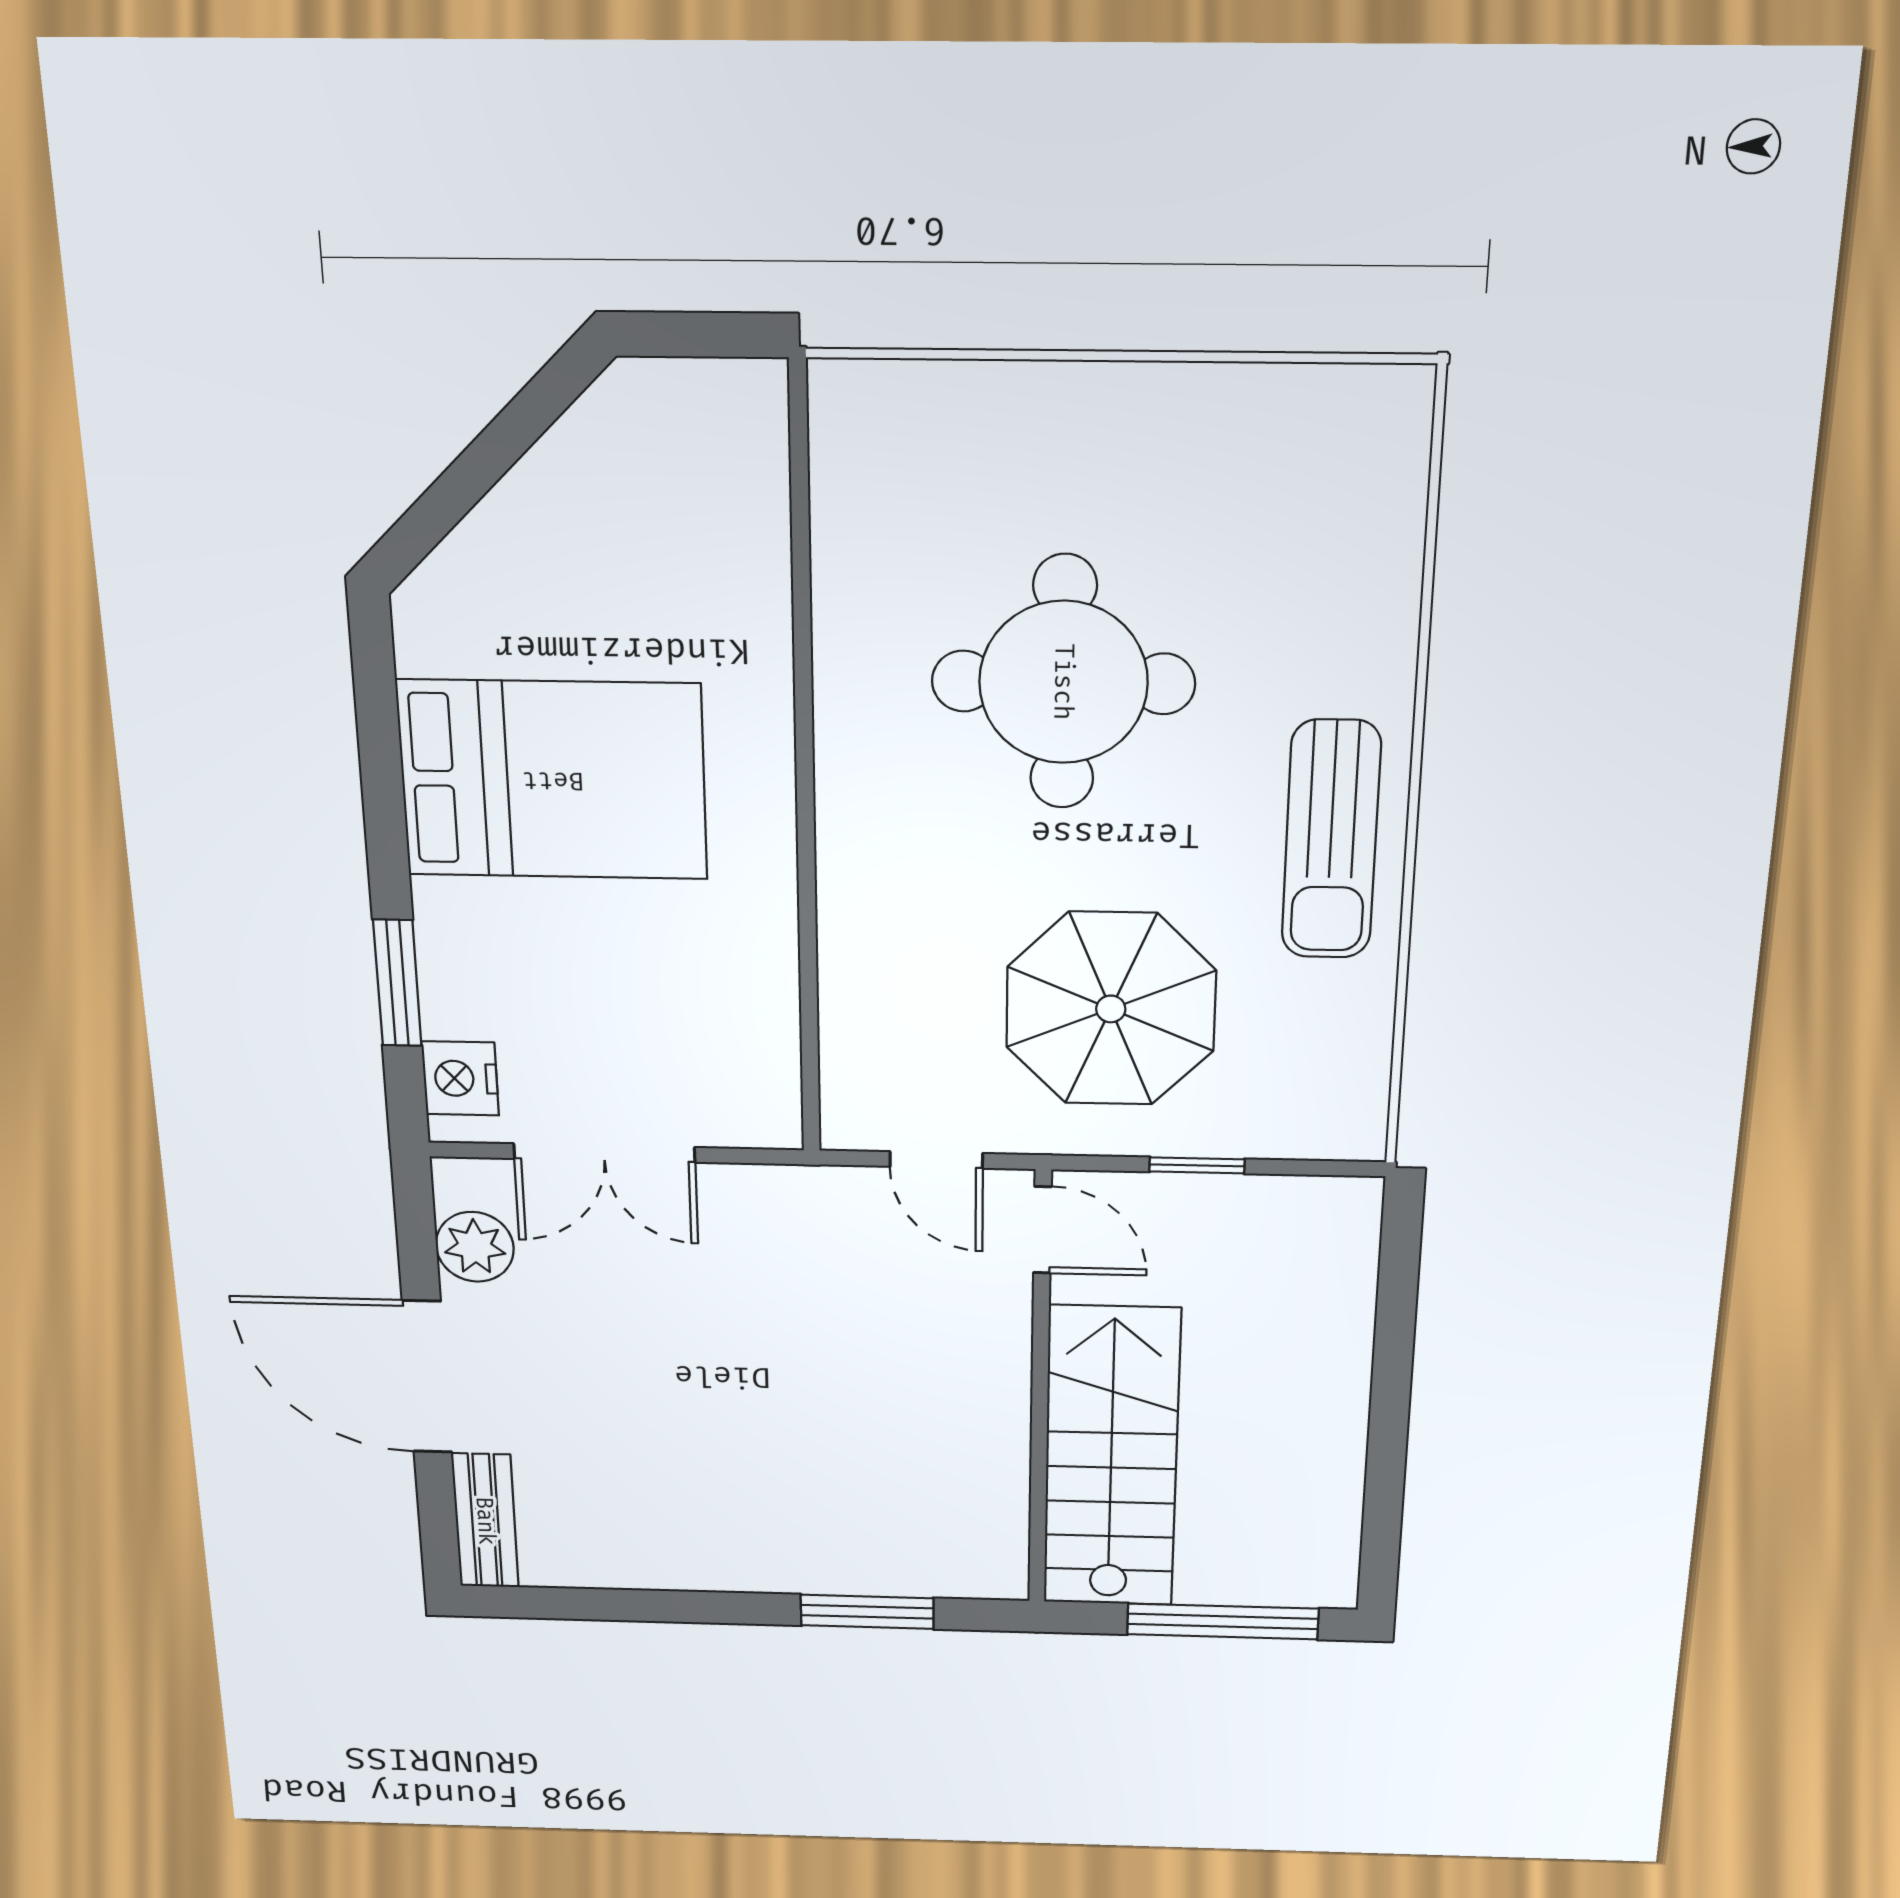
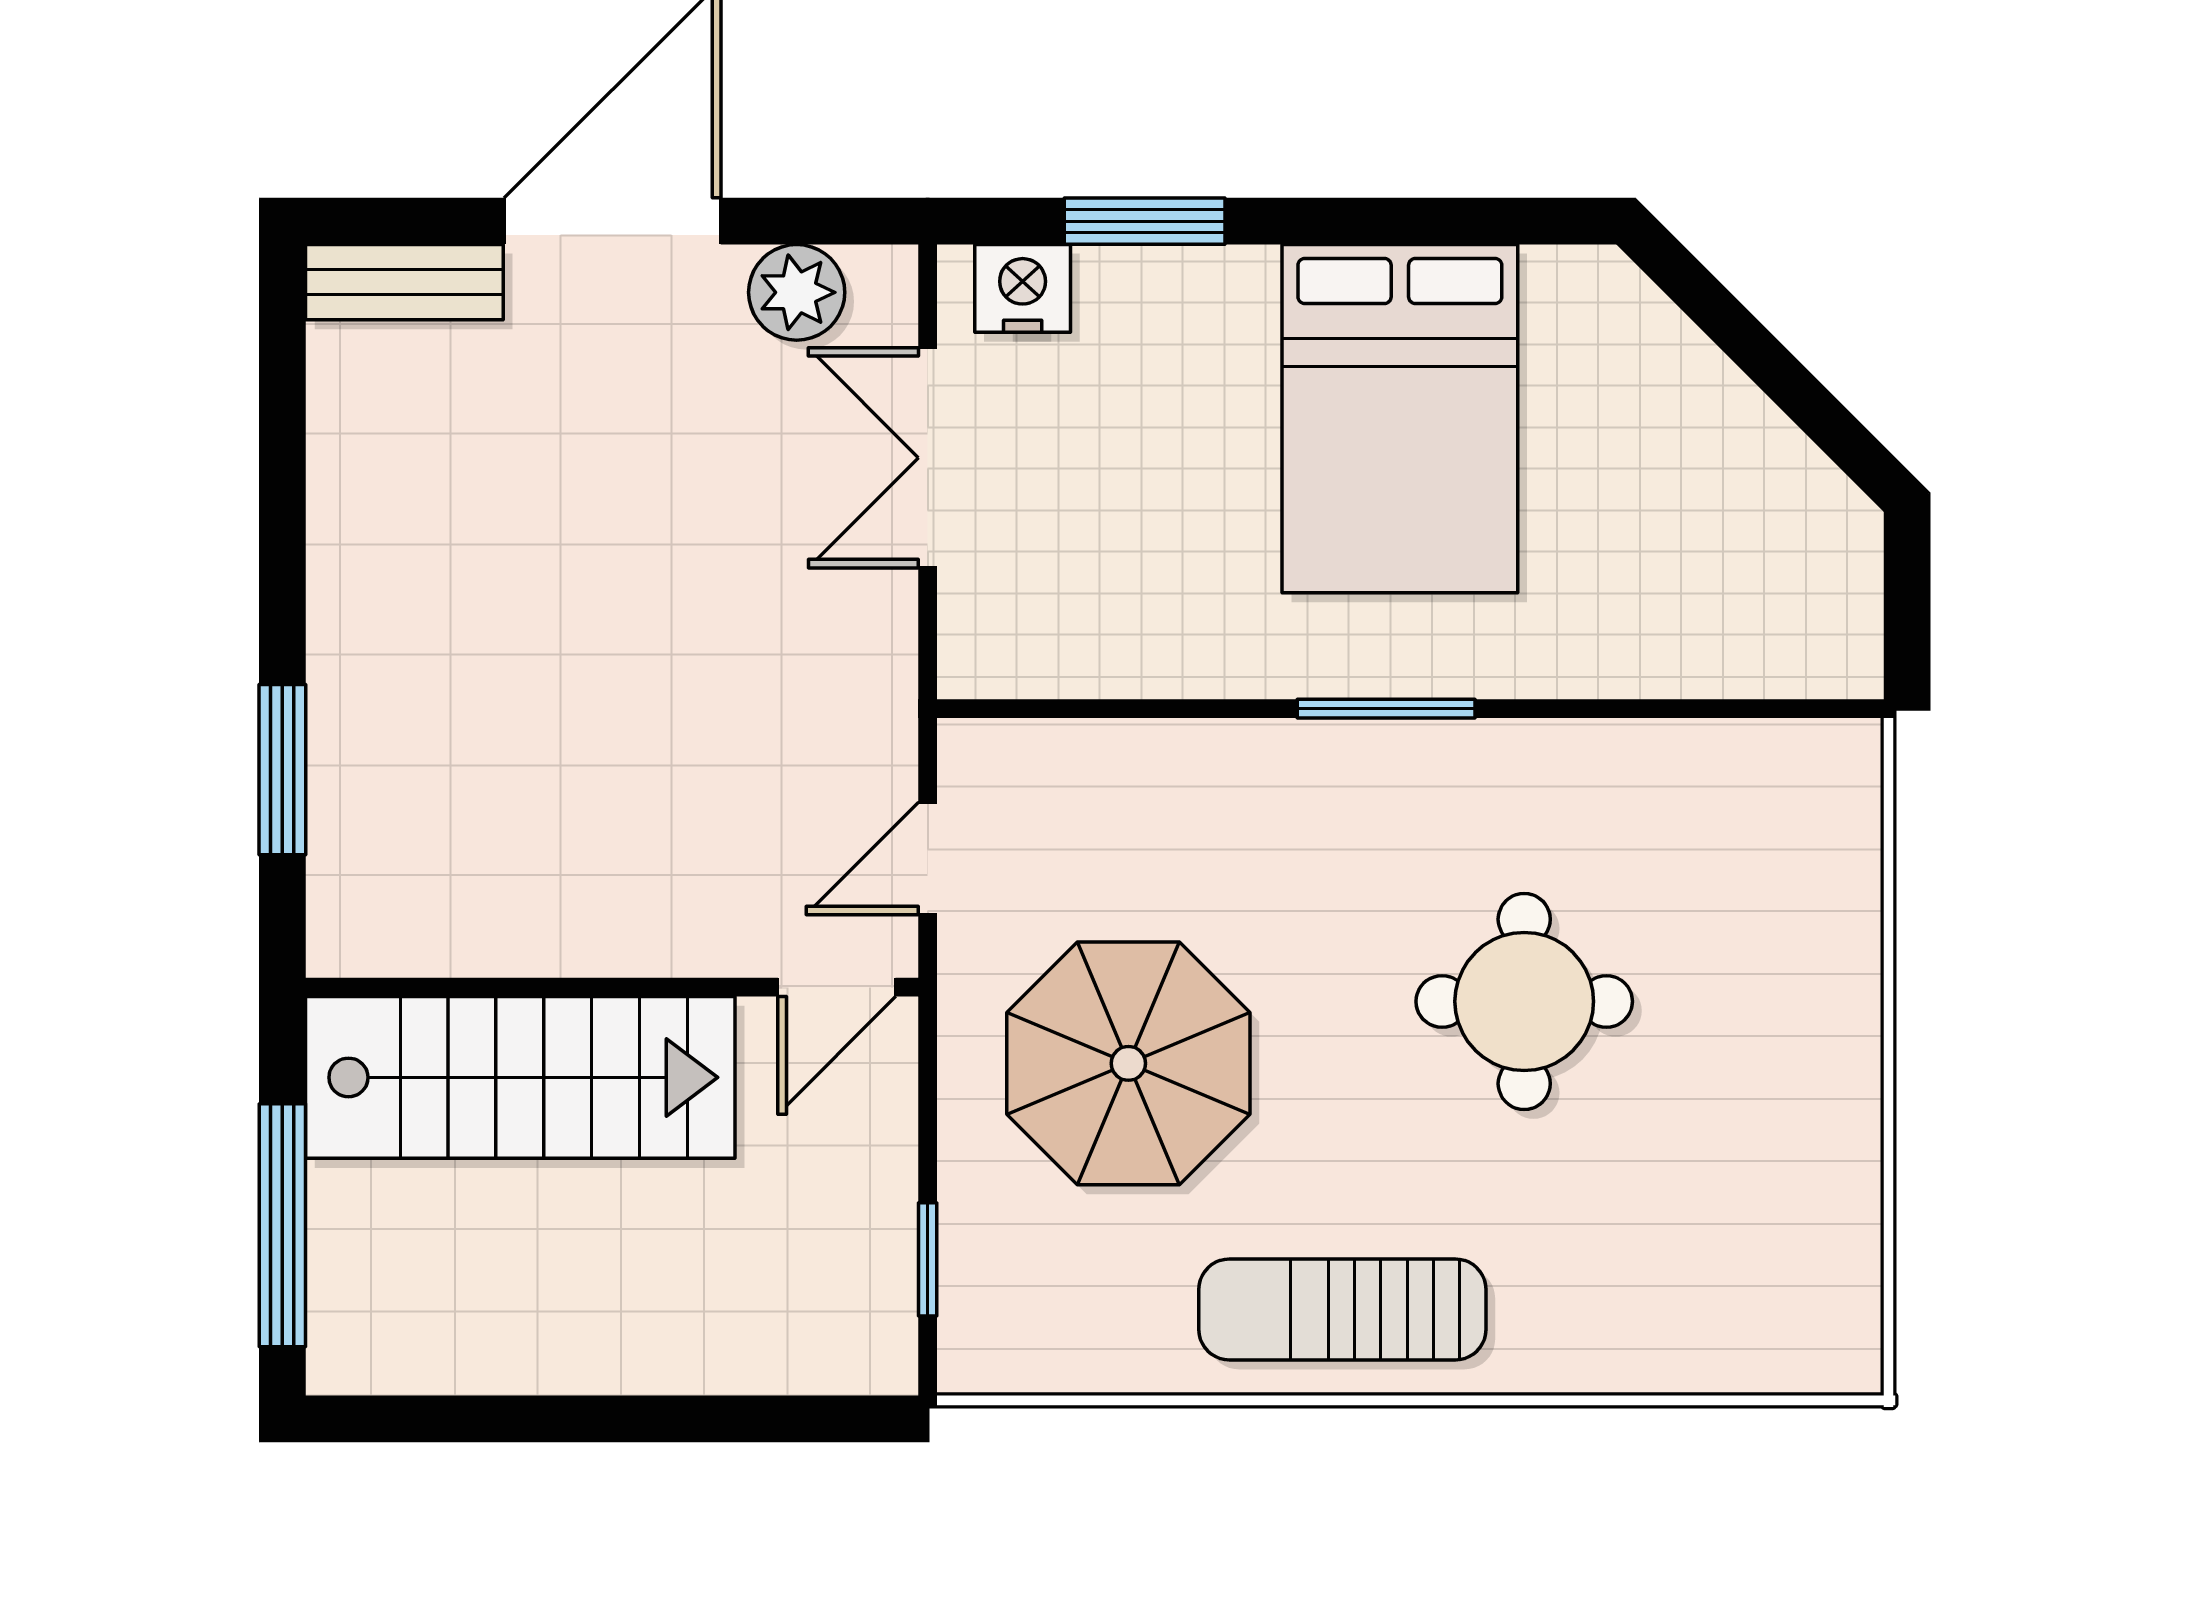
round table: (1063, 682) -> (1524, 1001), width x0.73, depth x0.73
window: (805, 795) -> (1386, 709), added
window: (1197, 1165) -> (928, 1259), moved

